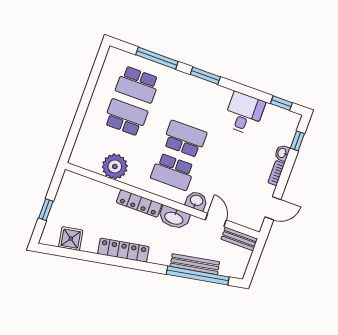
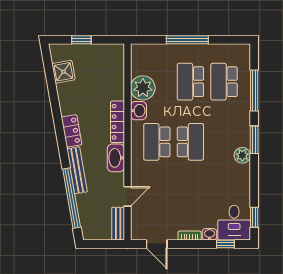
plant: (216, 93) -> (242, 155), added
window: (83, 106) -> (187, 40), added
desk: (244, 113) -> (234, 223), moved, turned 90
school desk: (126, 117) -> (190, 82), turned 180
washbasin: (196, 201) -> (138, 111), moved
locker: (123, 250) -> (72, 131), width x0.66
bench: (195, 264) -> (77, 170), moved

